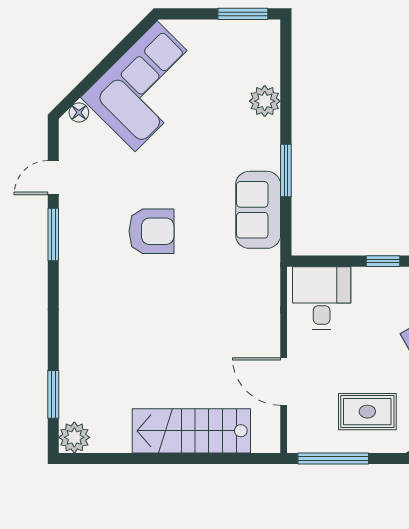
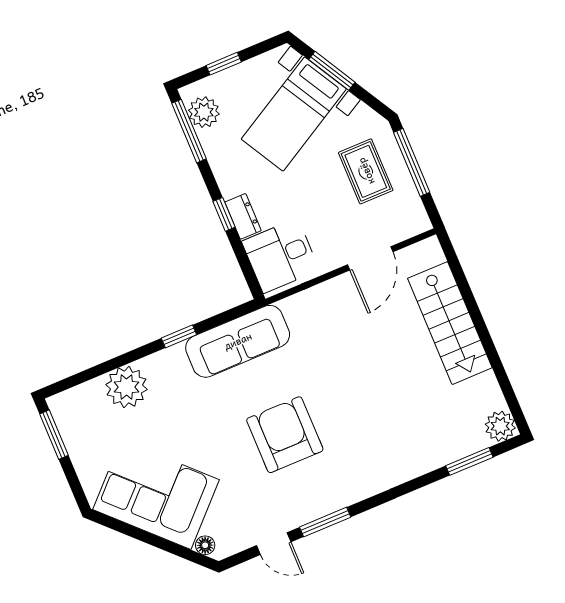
plant: (265, 101) -> (126, 387), width x1.36, depth x1.36
window: (286, 170) -> (179, 336), width x0.67
sofa: (258, 210) -> (238, 341), width x1.36
armchair: (151, 231) -> (285, 435), width x1.36, depth x1.36
dresser: (374, 278) -> (243, 216), added
window: (333, 458) -> (412, 162), moved

